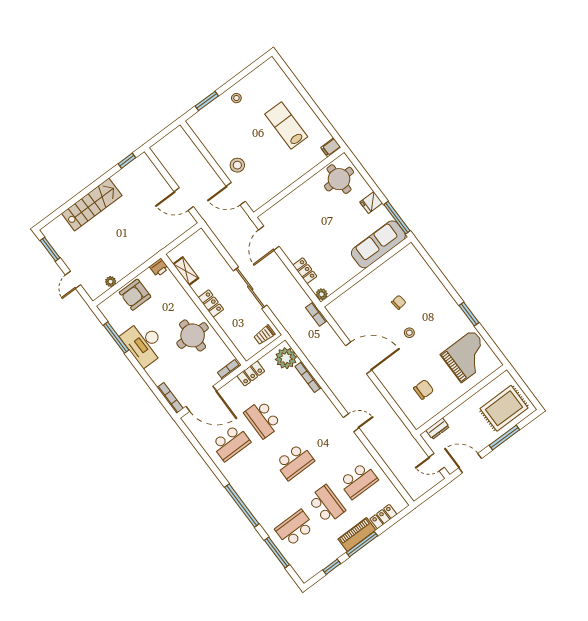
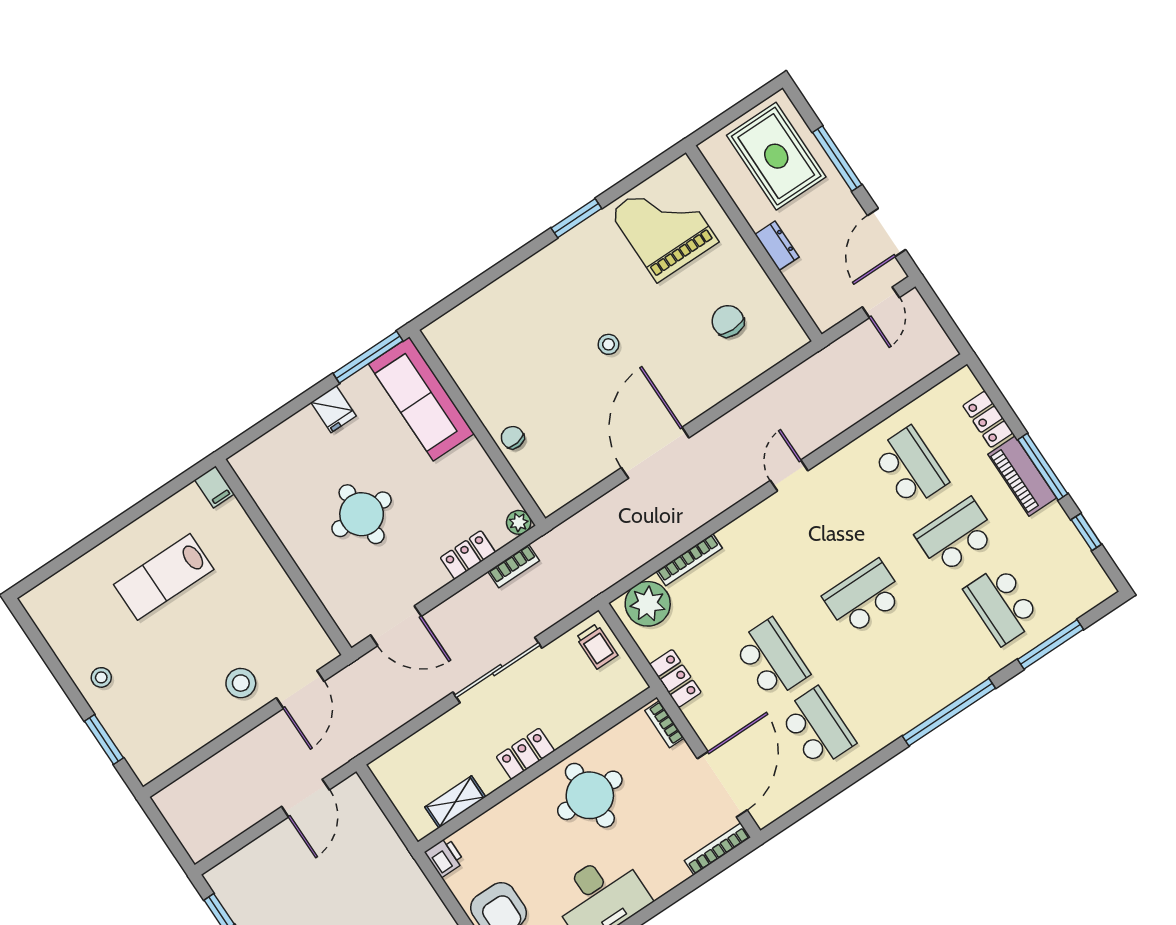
round table: (339, 179) -> (362, 514), moved
chair: (399, 302) -> (513, 438), moved
bookcase: (316, 314) -> (514, 566), moved
school desk: (263, 419) -> (771, 659), turned -90
dresser: (438, 429) -> (777, 246), moved
school desk: (295, 462) -> (864, 597), turned -90

